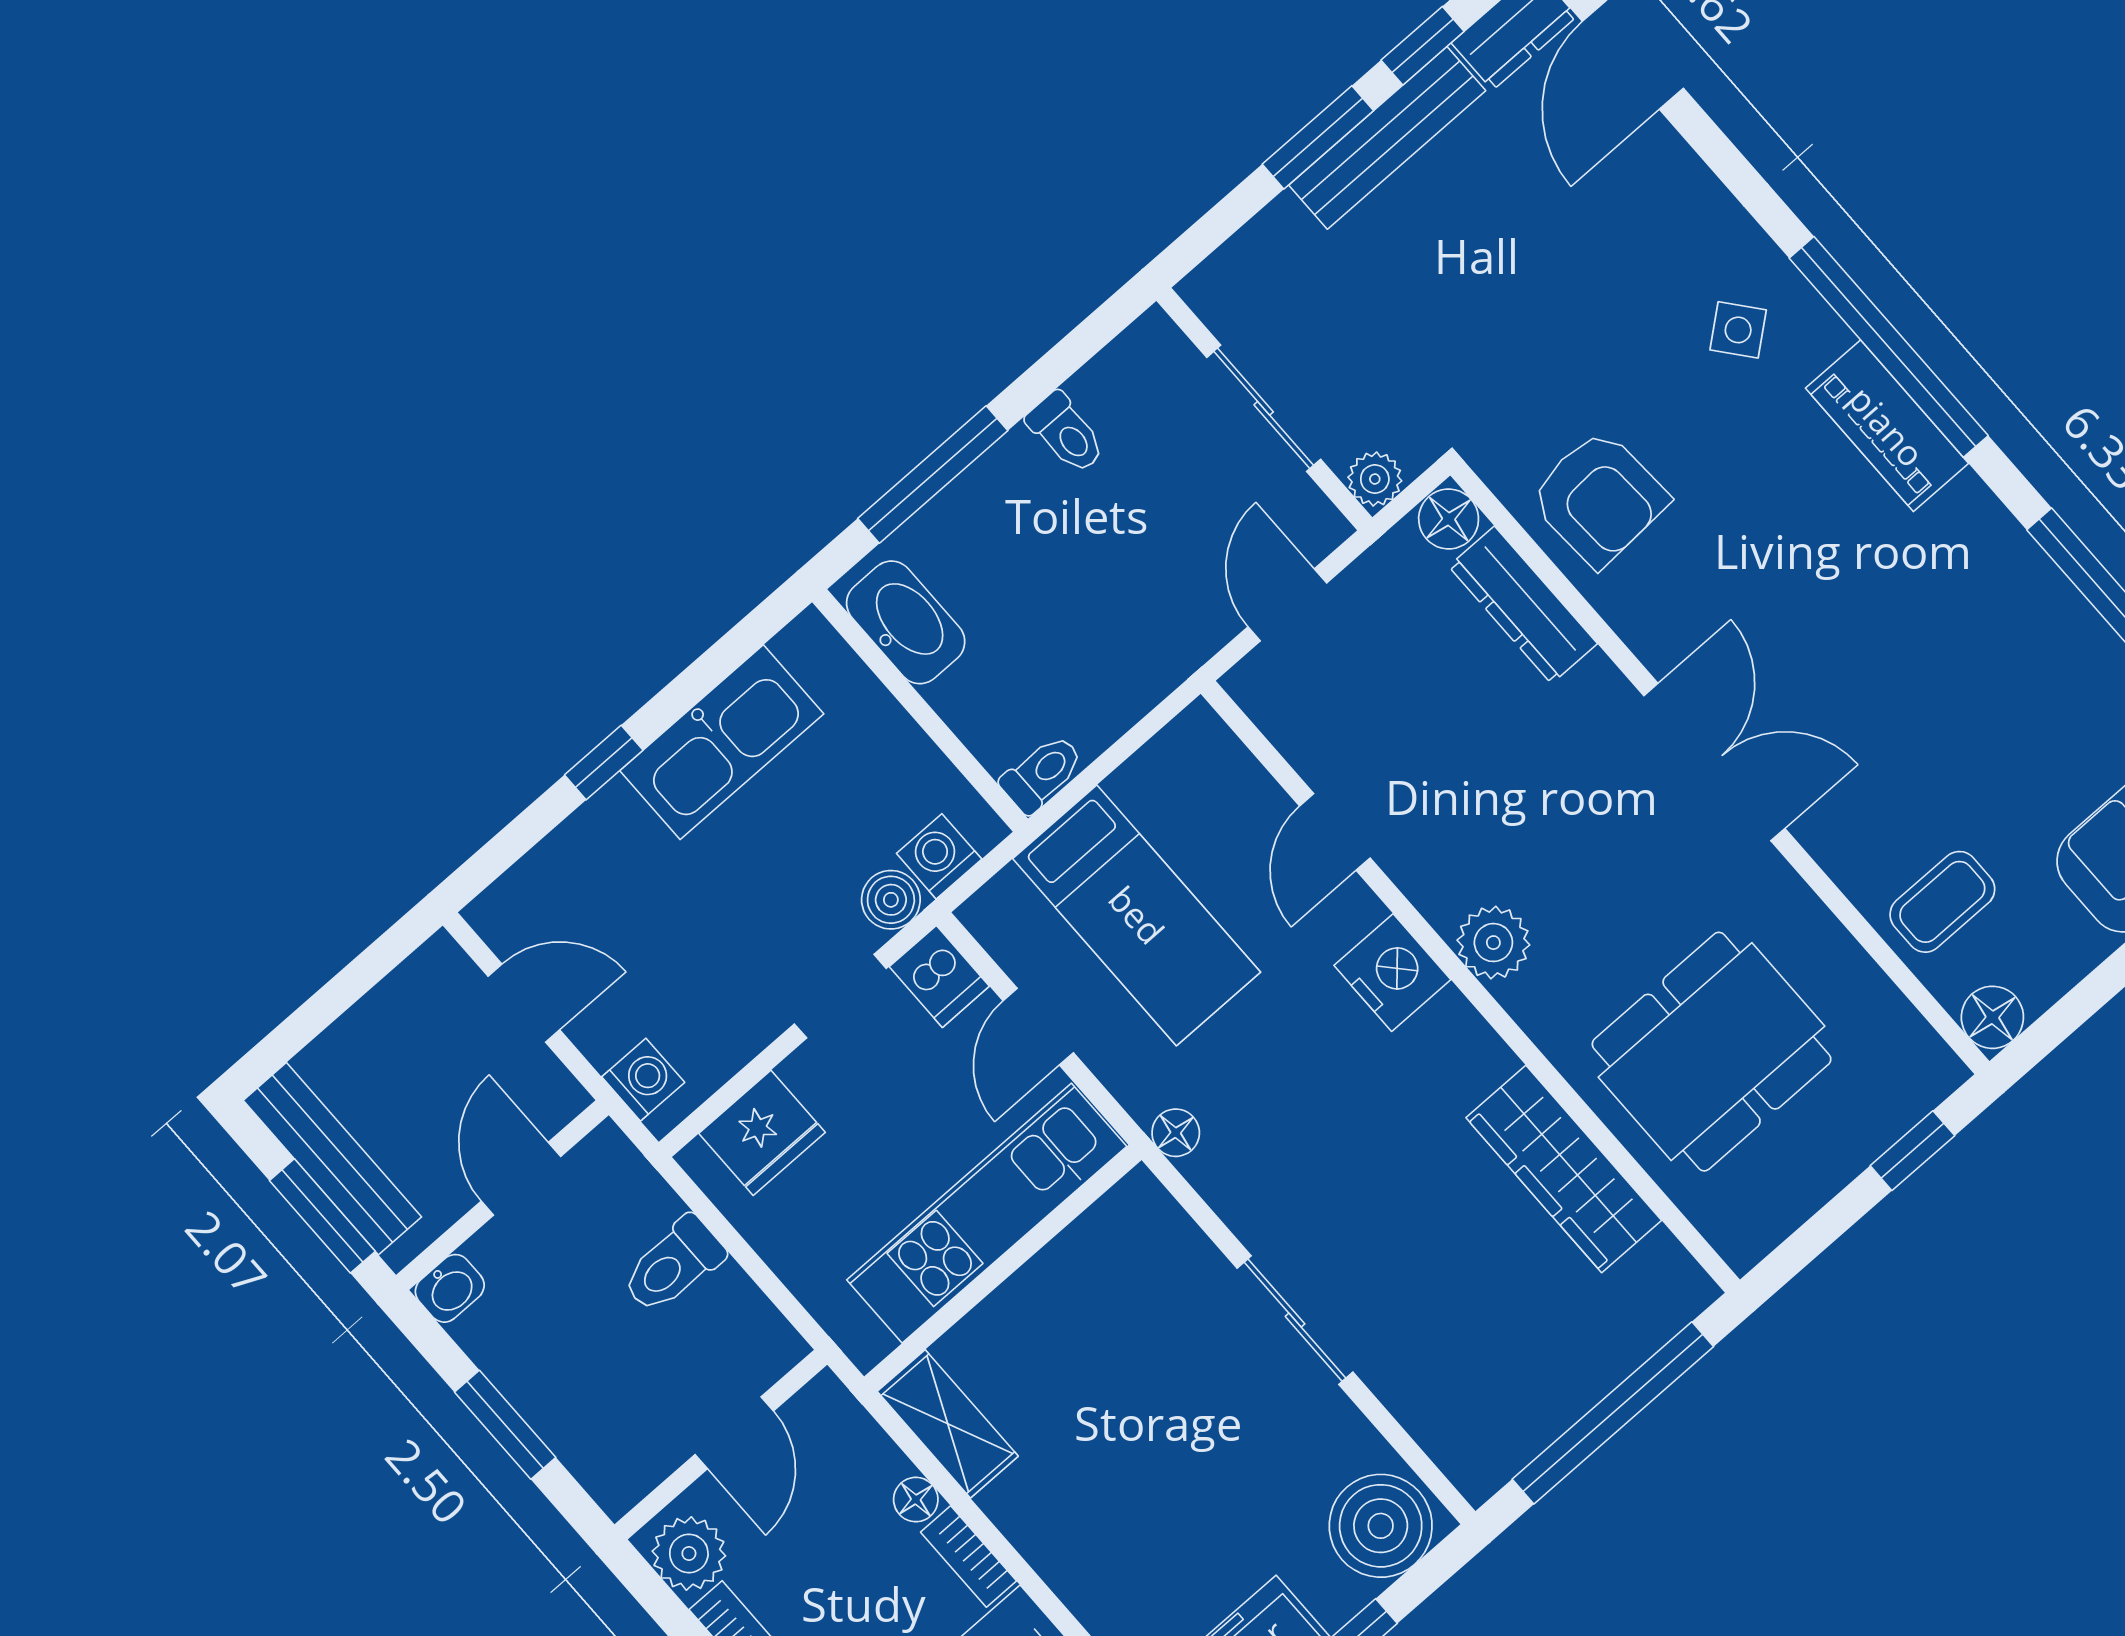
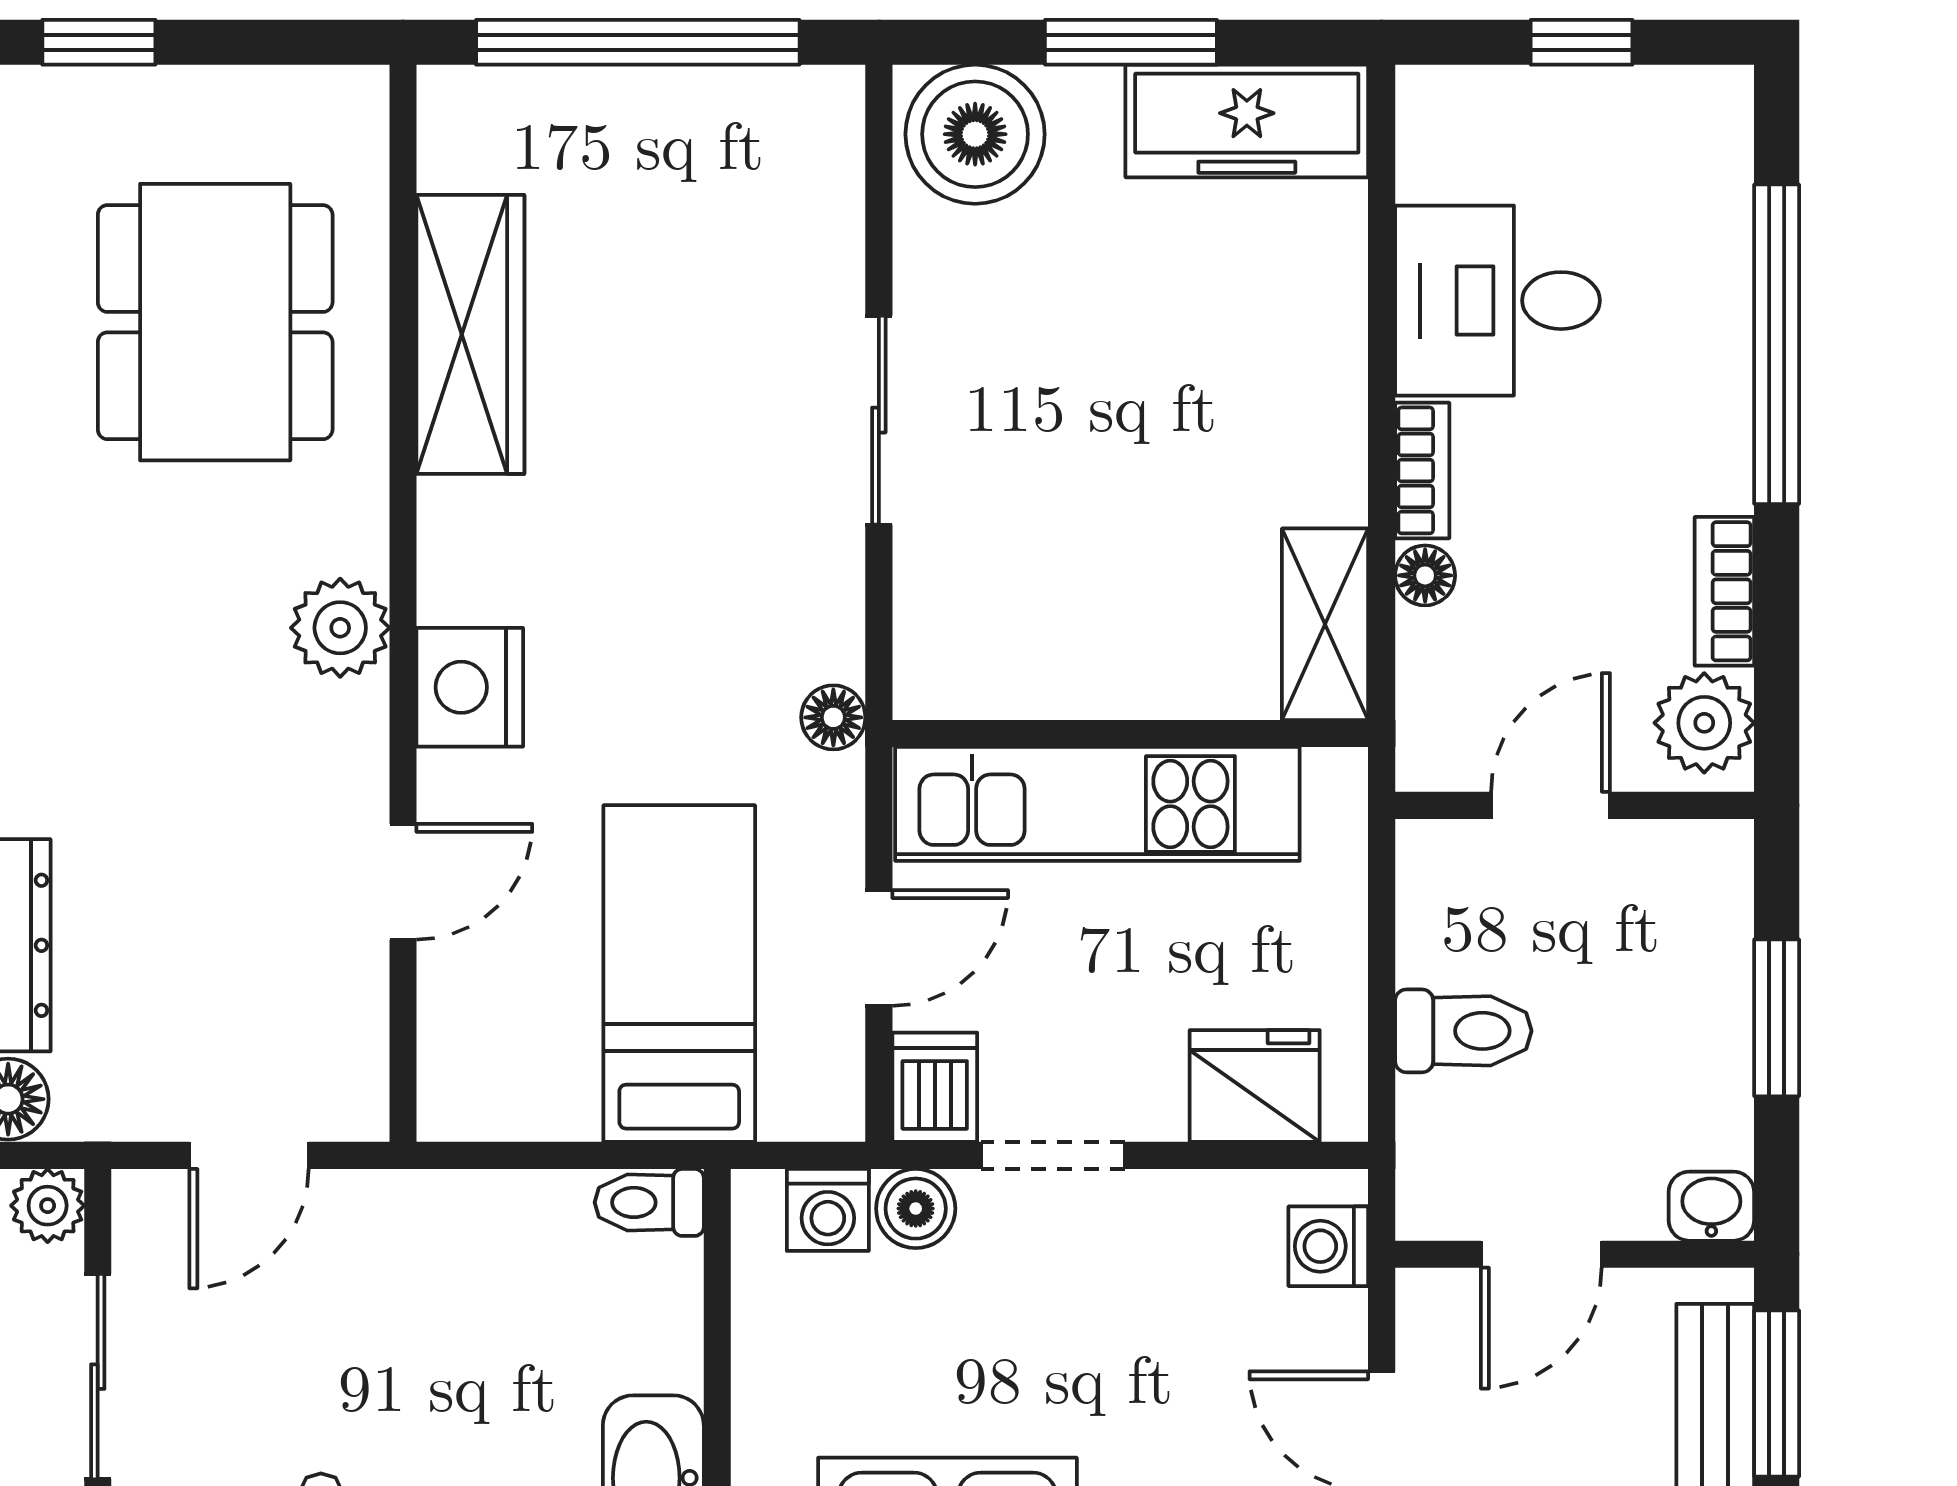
dining table: (1712, 1052) -> (215, 322), turned 90

